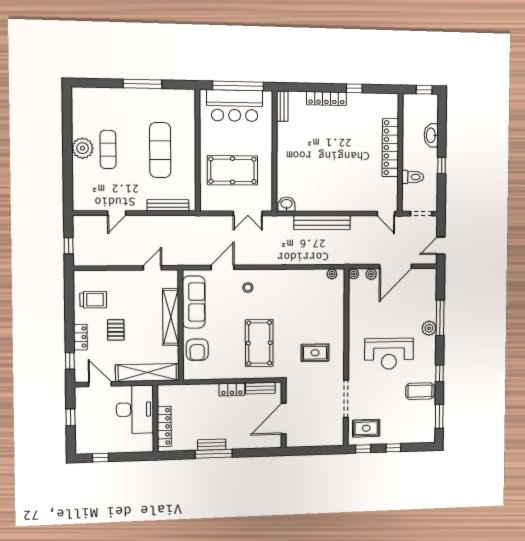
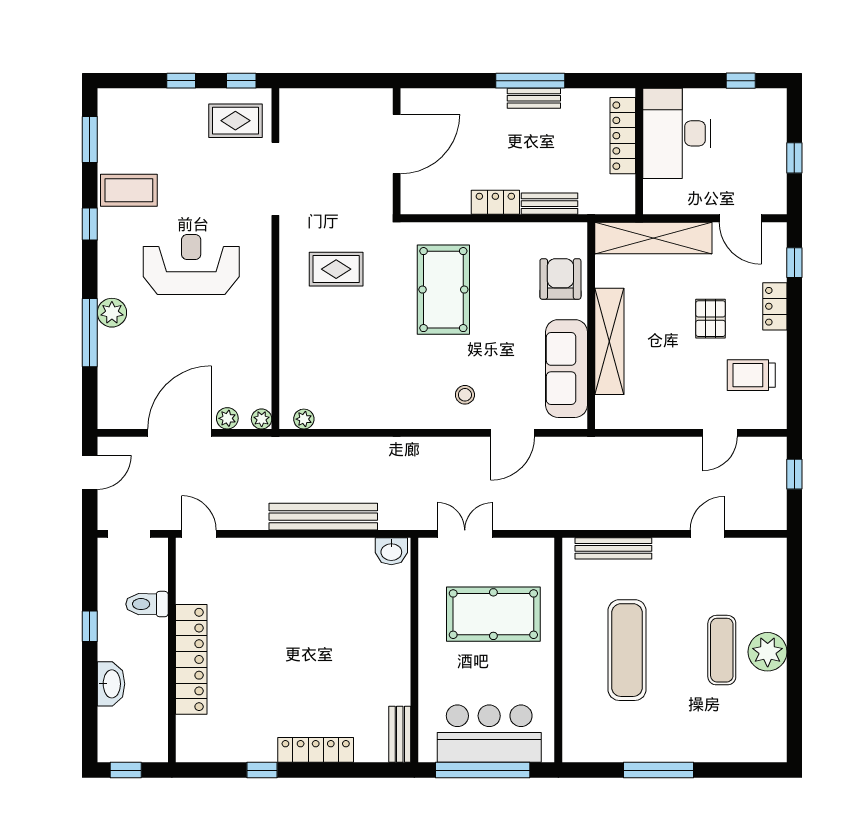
door: (152, 268) -> (720, 433), moved
bench: (260, 388) -> (549, 204), moved
desk: (135, 409) -> (677, 133), moved

